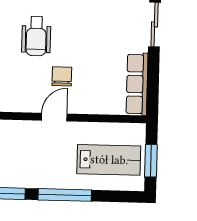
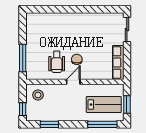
wheelchair: (36, 36) -> (57, 62), moved
window: (65, 195) -> (102, 124), moved

